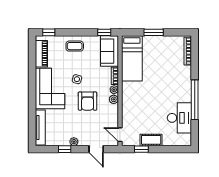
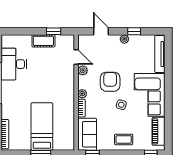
bed: (132, 58) -> (42, 127), moved
plant: (114, 99) -> (83, 70), moved
door: (120, 135) -> (76, 57), moved

